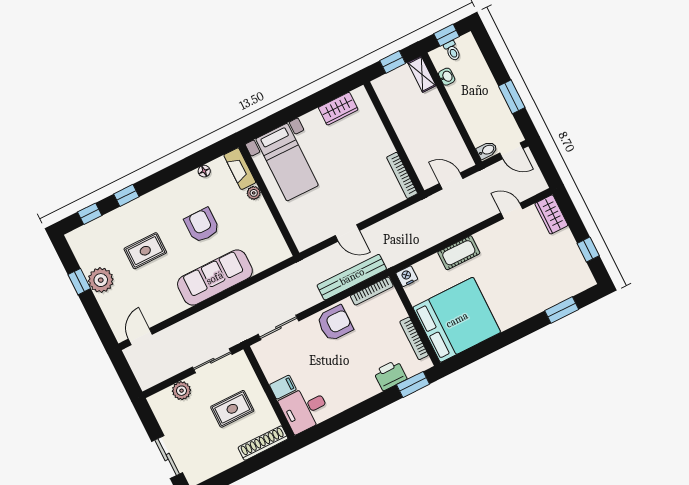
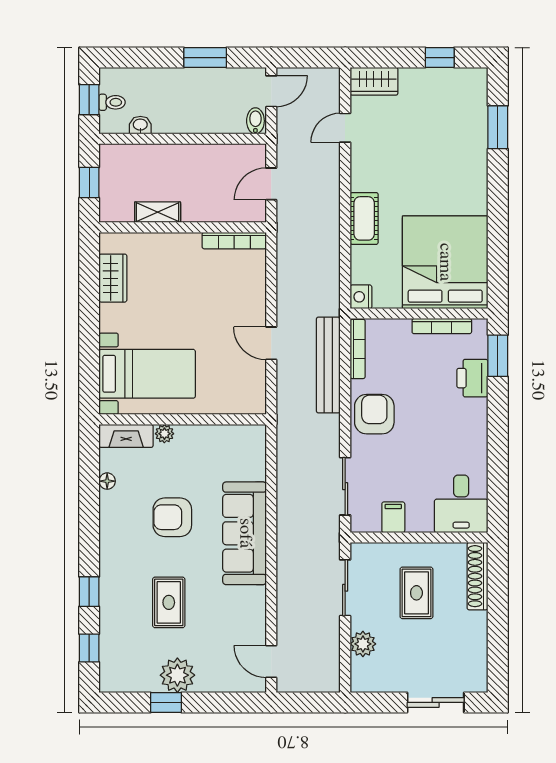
shelving: (422, 74) -> (158, 212), moved
door: (347, 233) -> (271, 343), swing flipped
filing cabinet: (283, 387) -> (393, 517), moved

